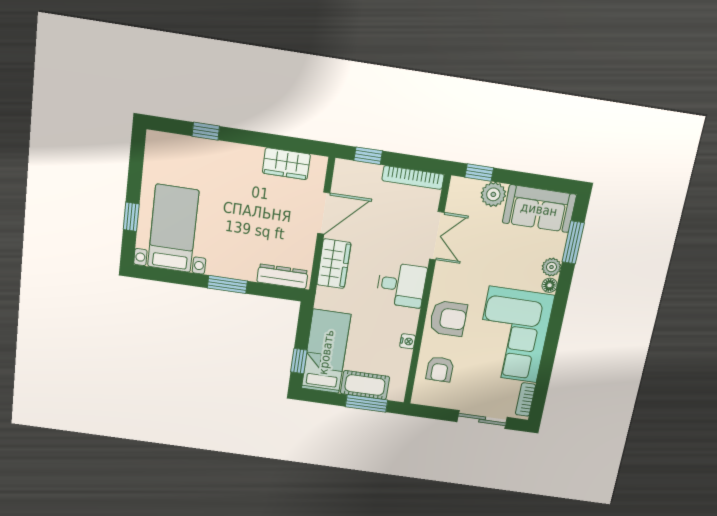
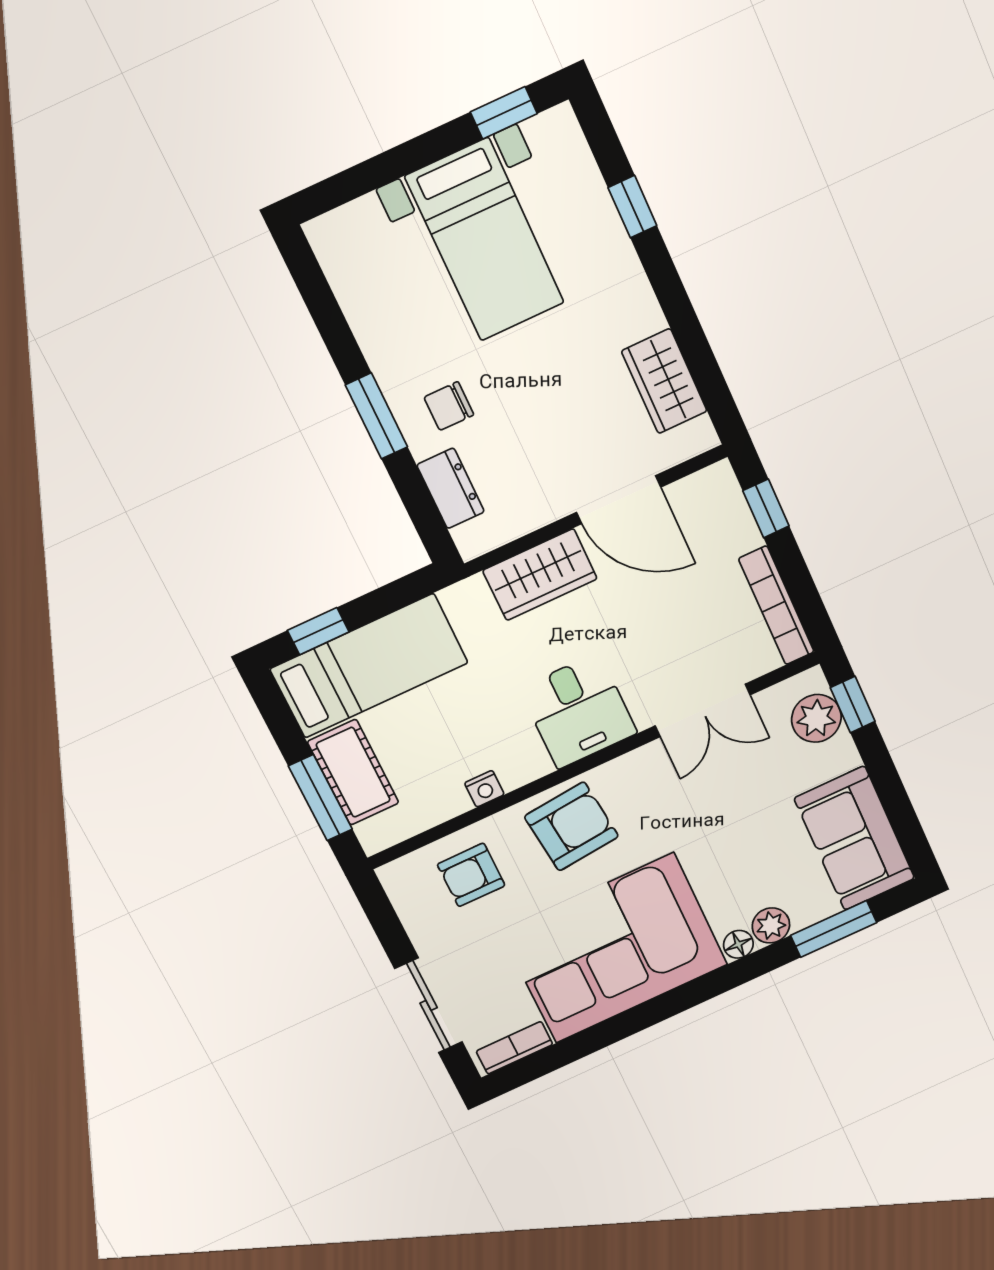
plant: (493, 194) -> (816, 718), moved
window: (131, 217) -> (504, 113), moved
bed with nightstands: (173, 229) -> (485, 240), moved, turned 90
chair: (241, 255) -> (449, 406), added
dresser: (282, 276) -> (451, 488), width x0.70
armchair: (448, 318) -> (571, 826), turned -96

